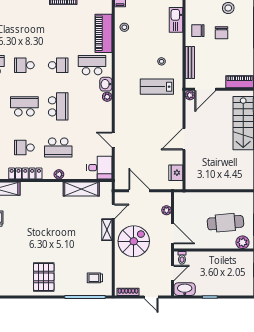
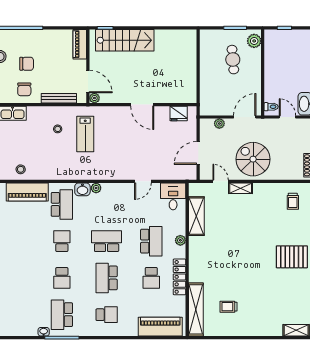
school desk: (92, 65) -> (62, 204), turned 180
cafe table: (225, 223) -> (233, 60), width x0.73, depth x0.74

